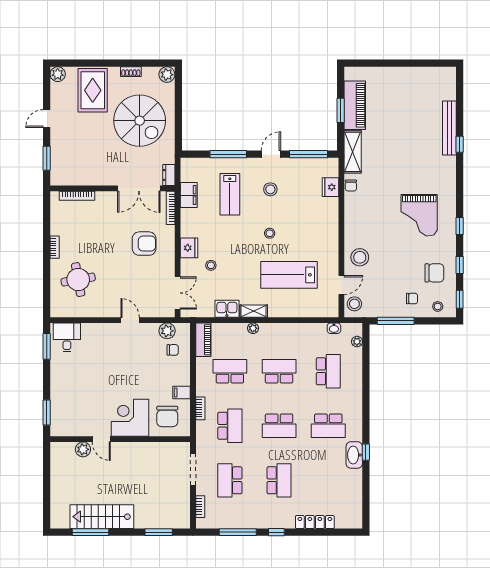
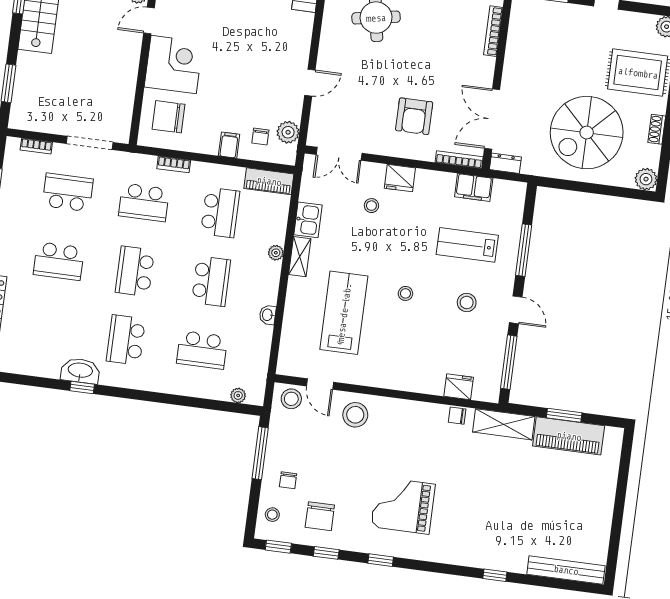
bench: (449, 128) -> (566, 570), moved
washbasin: (334, 328) -> (268, 315), moved
filing cabinet: (182, 392) -> (229, 145), moved

